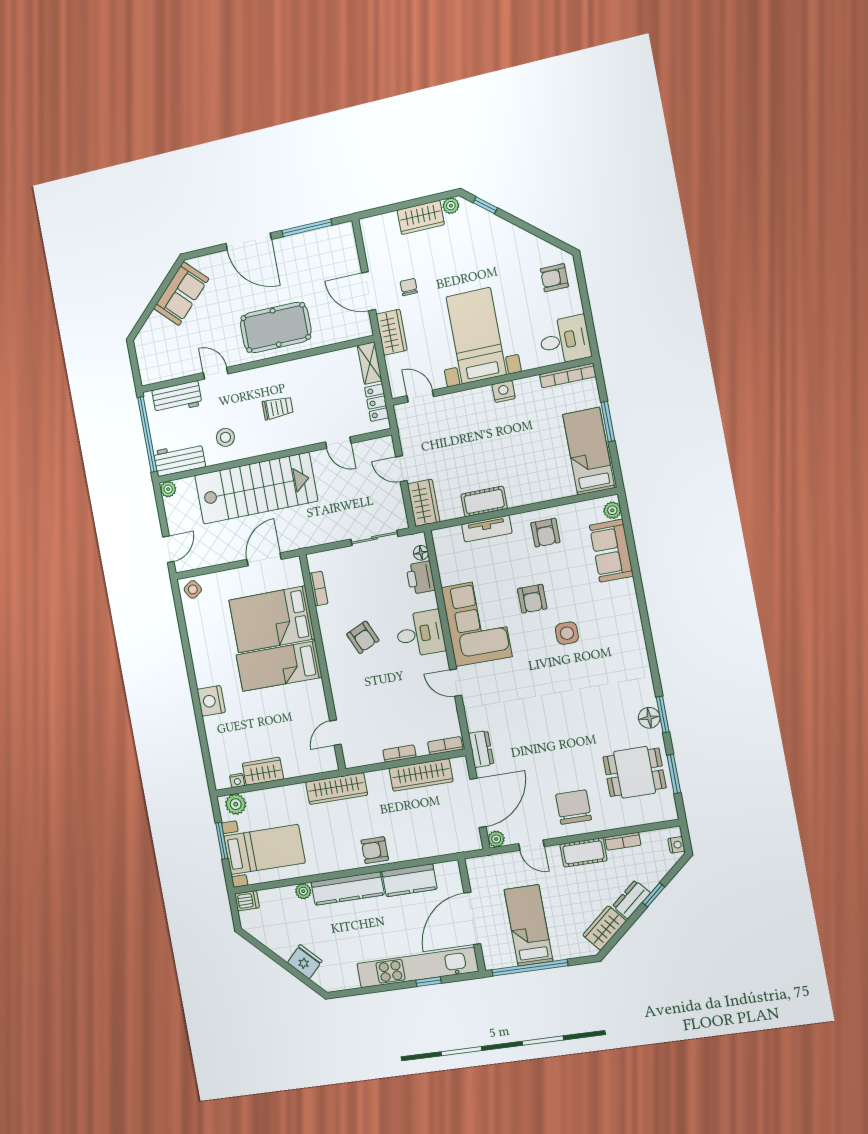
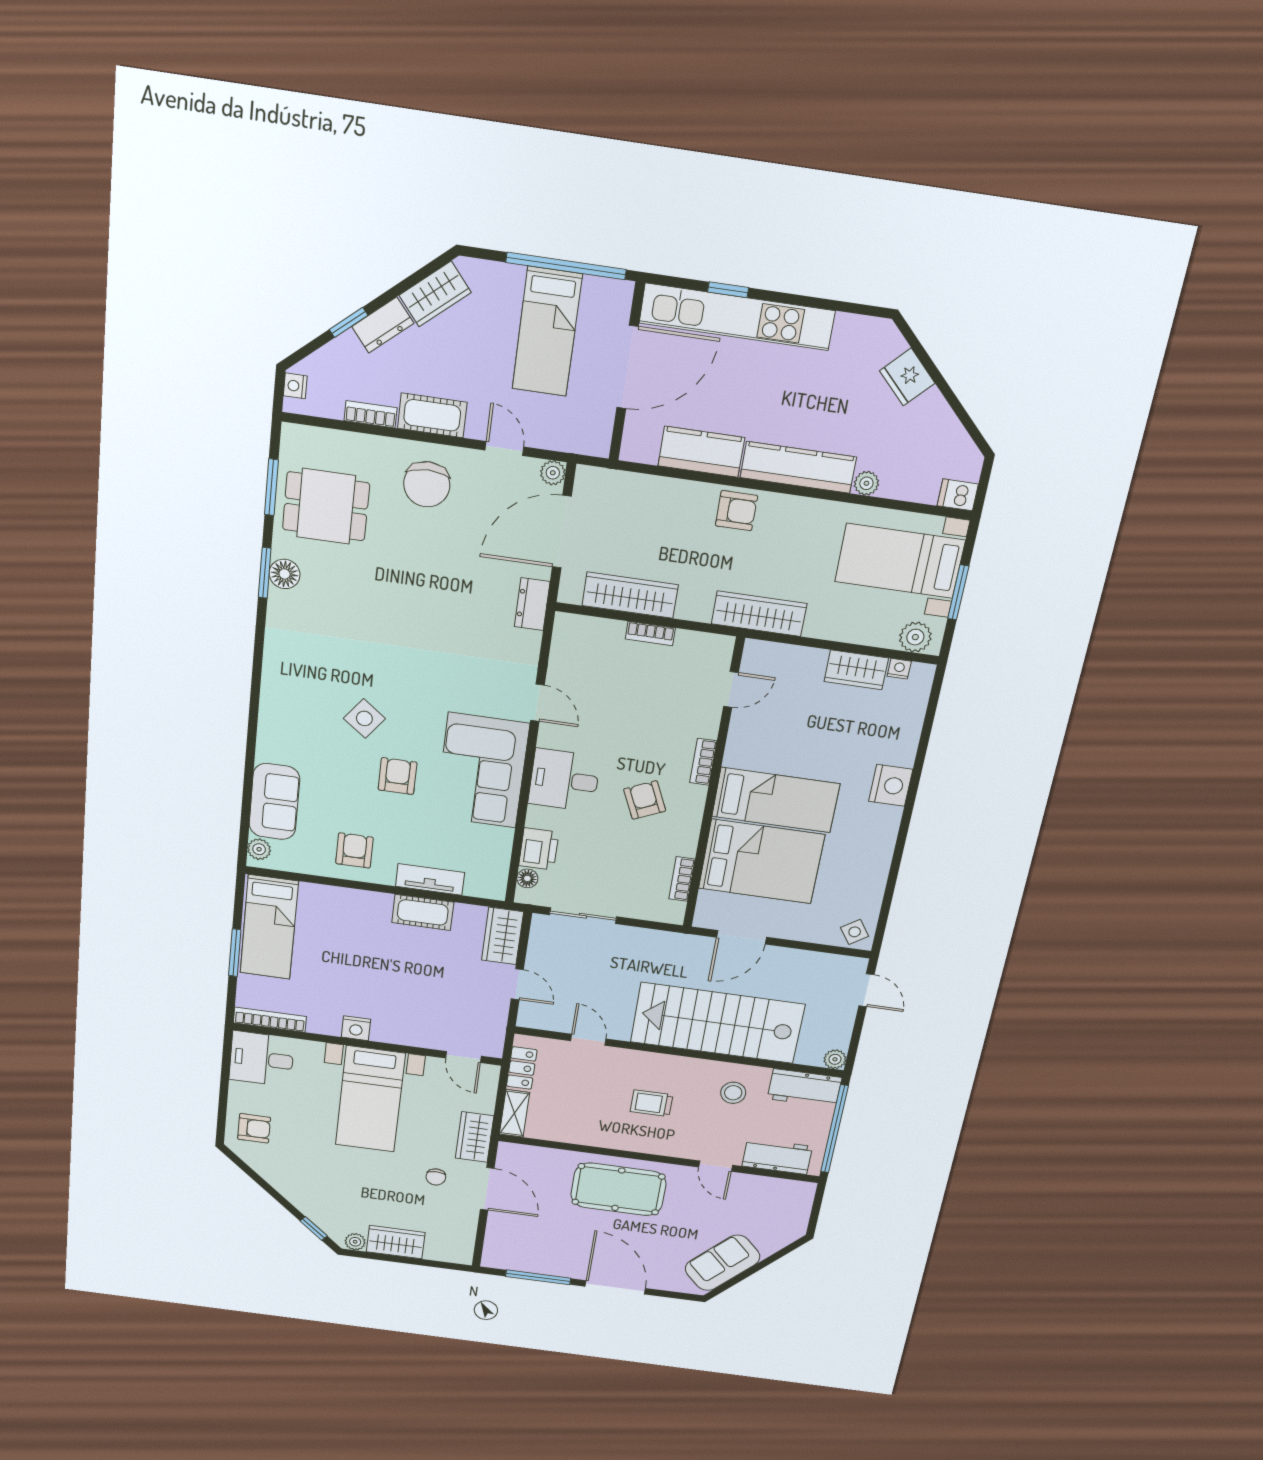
door: (168, 549) -> (866, 990), swing flipped
side table: (567, 633) -> (364, 718), turned 37
bookcase: (445, 746) -> (703, 762), moved, turned 90

